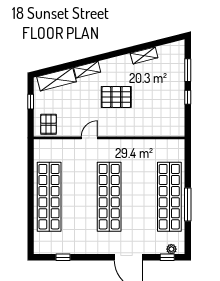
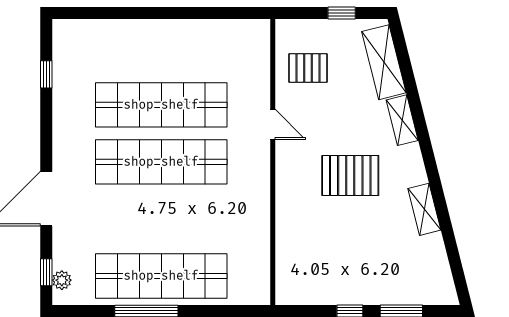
shelving: (144, 56) -> (424, 209), moved
pallet: (116, 97) -> (350, 175), turned 90
pallet: (48, 124) -> (308, 68), moved
shop shelf: (49, 197) -> (161, 105), moved

